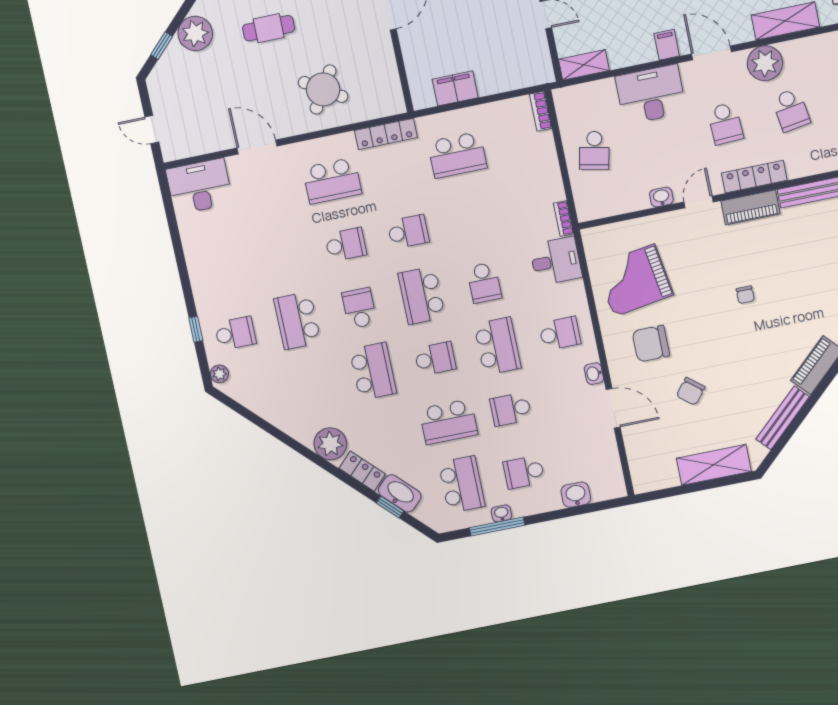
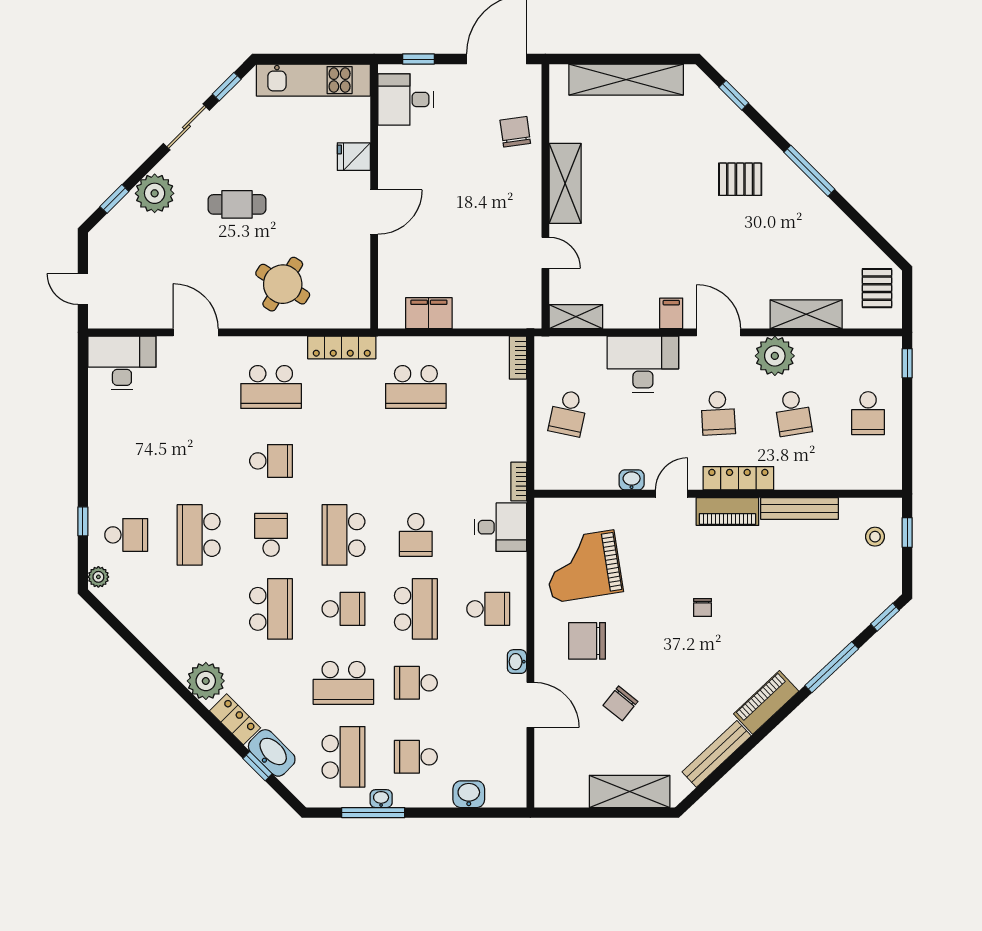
school desk: (408, 232) -> (343, 461), removed

